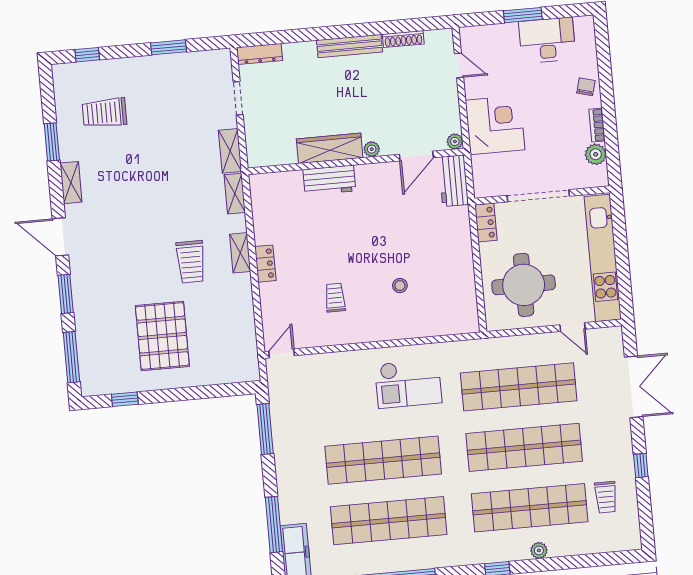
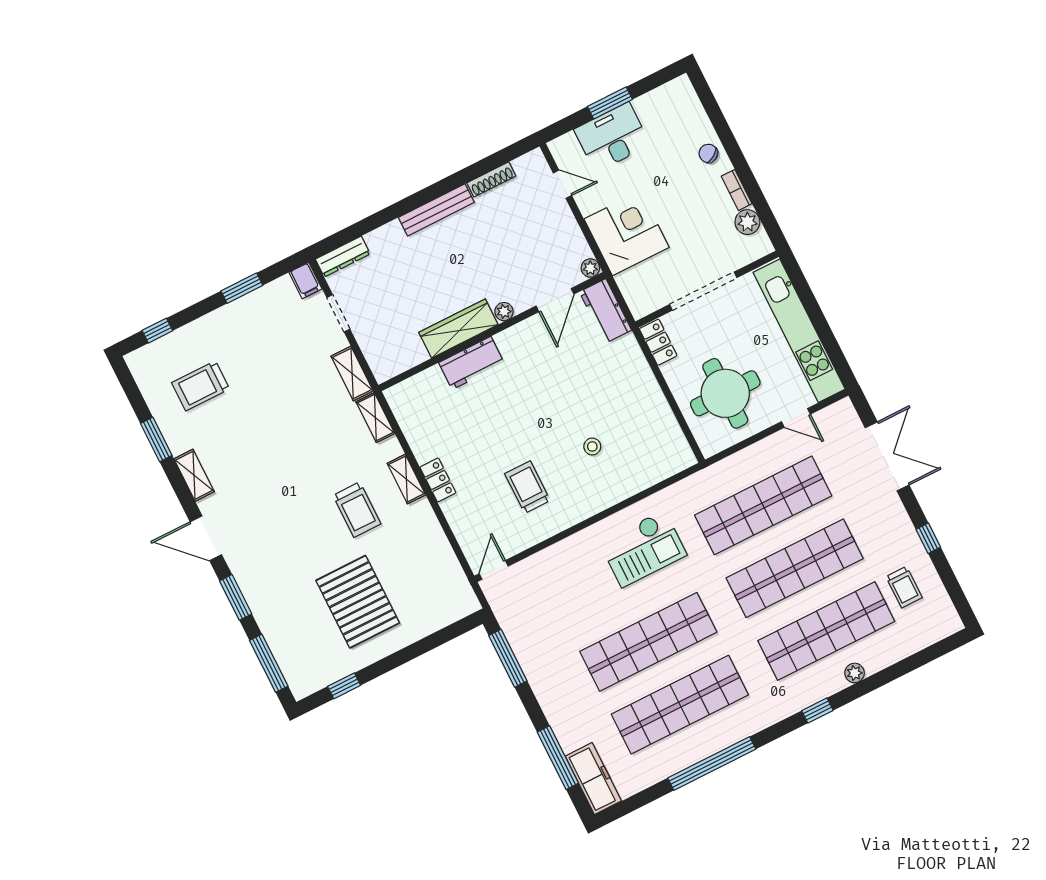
desk: (547, 40) -> (612, 137), moved
filing cabinet: (222, 61) -> (306, 281), added
chair: (586, 87) -> (708, 153), turned -47
trolley: (335, 298) -> (527, 487), width x1.36, depth x1.39

